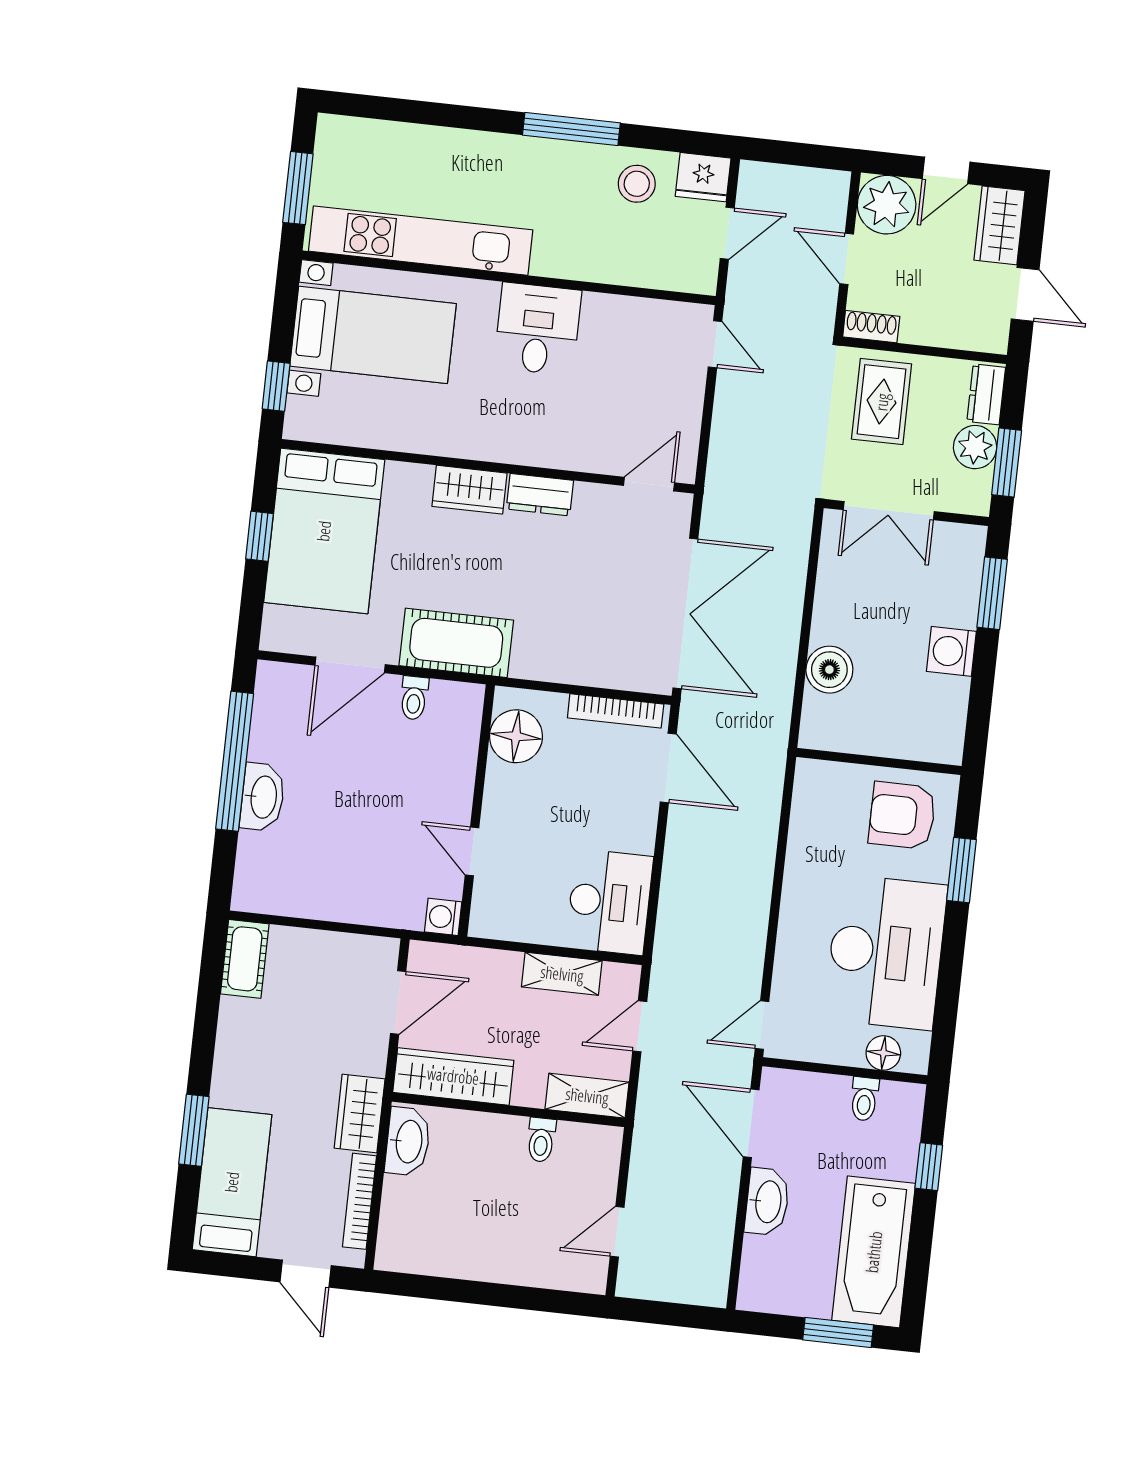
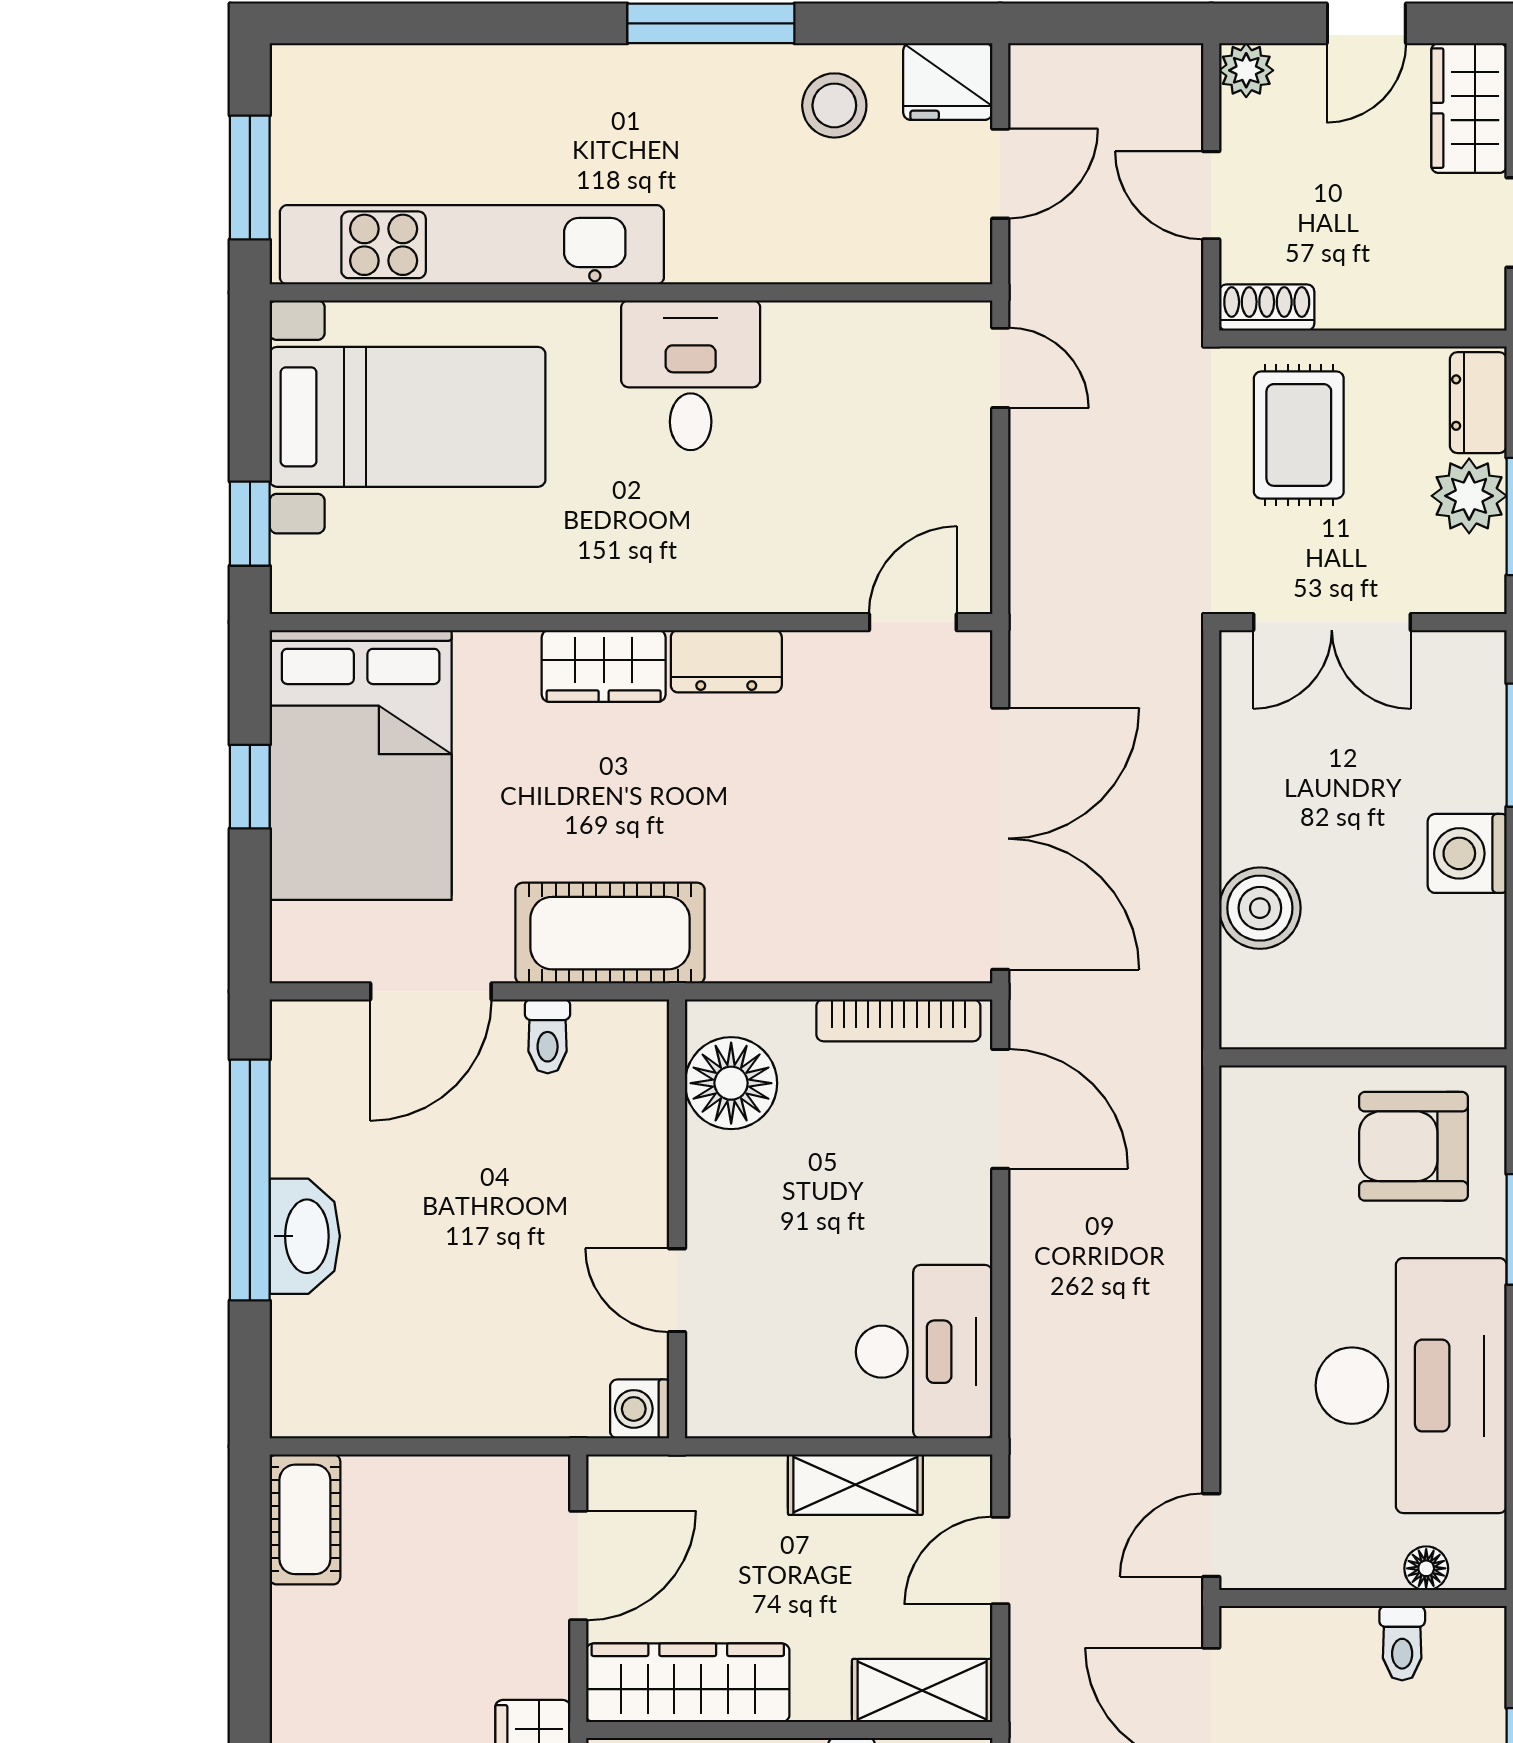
plant: (887, 205) -> (1246, 70), width x0.53, depth x0.53
floor lamp: (883, 1053) -> (1426, 1568), width x0.73, depth x0.73

